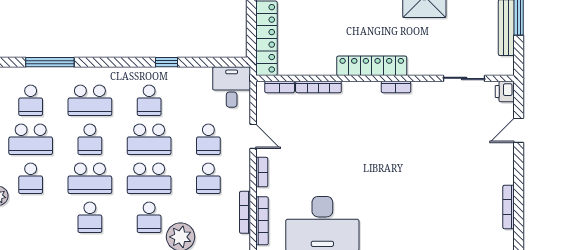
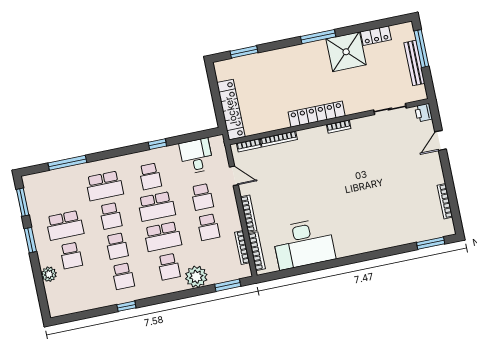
desk: (232, 87) -> (196, 156), moved
school desk: (31, 100) -> (59, 195), removed
door: (253, 136) -> (234, 176), moved
bookcase: (262, 172) -> (249, 214), width x1.56
school desk: (90, 178) -> (117, 246), width x0.54

